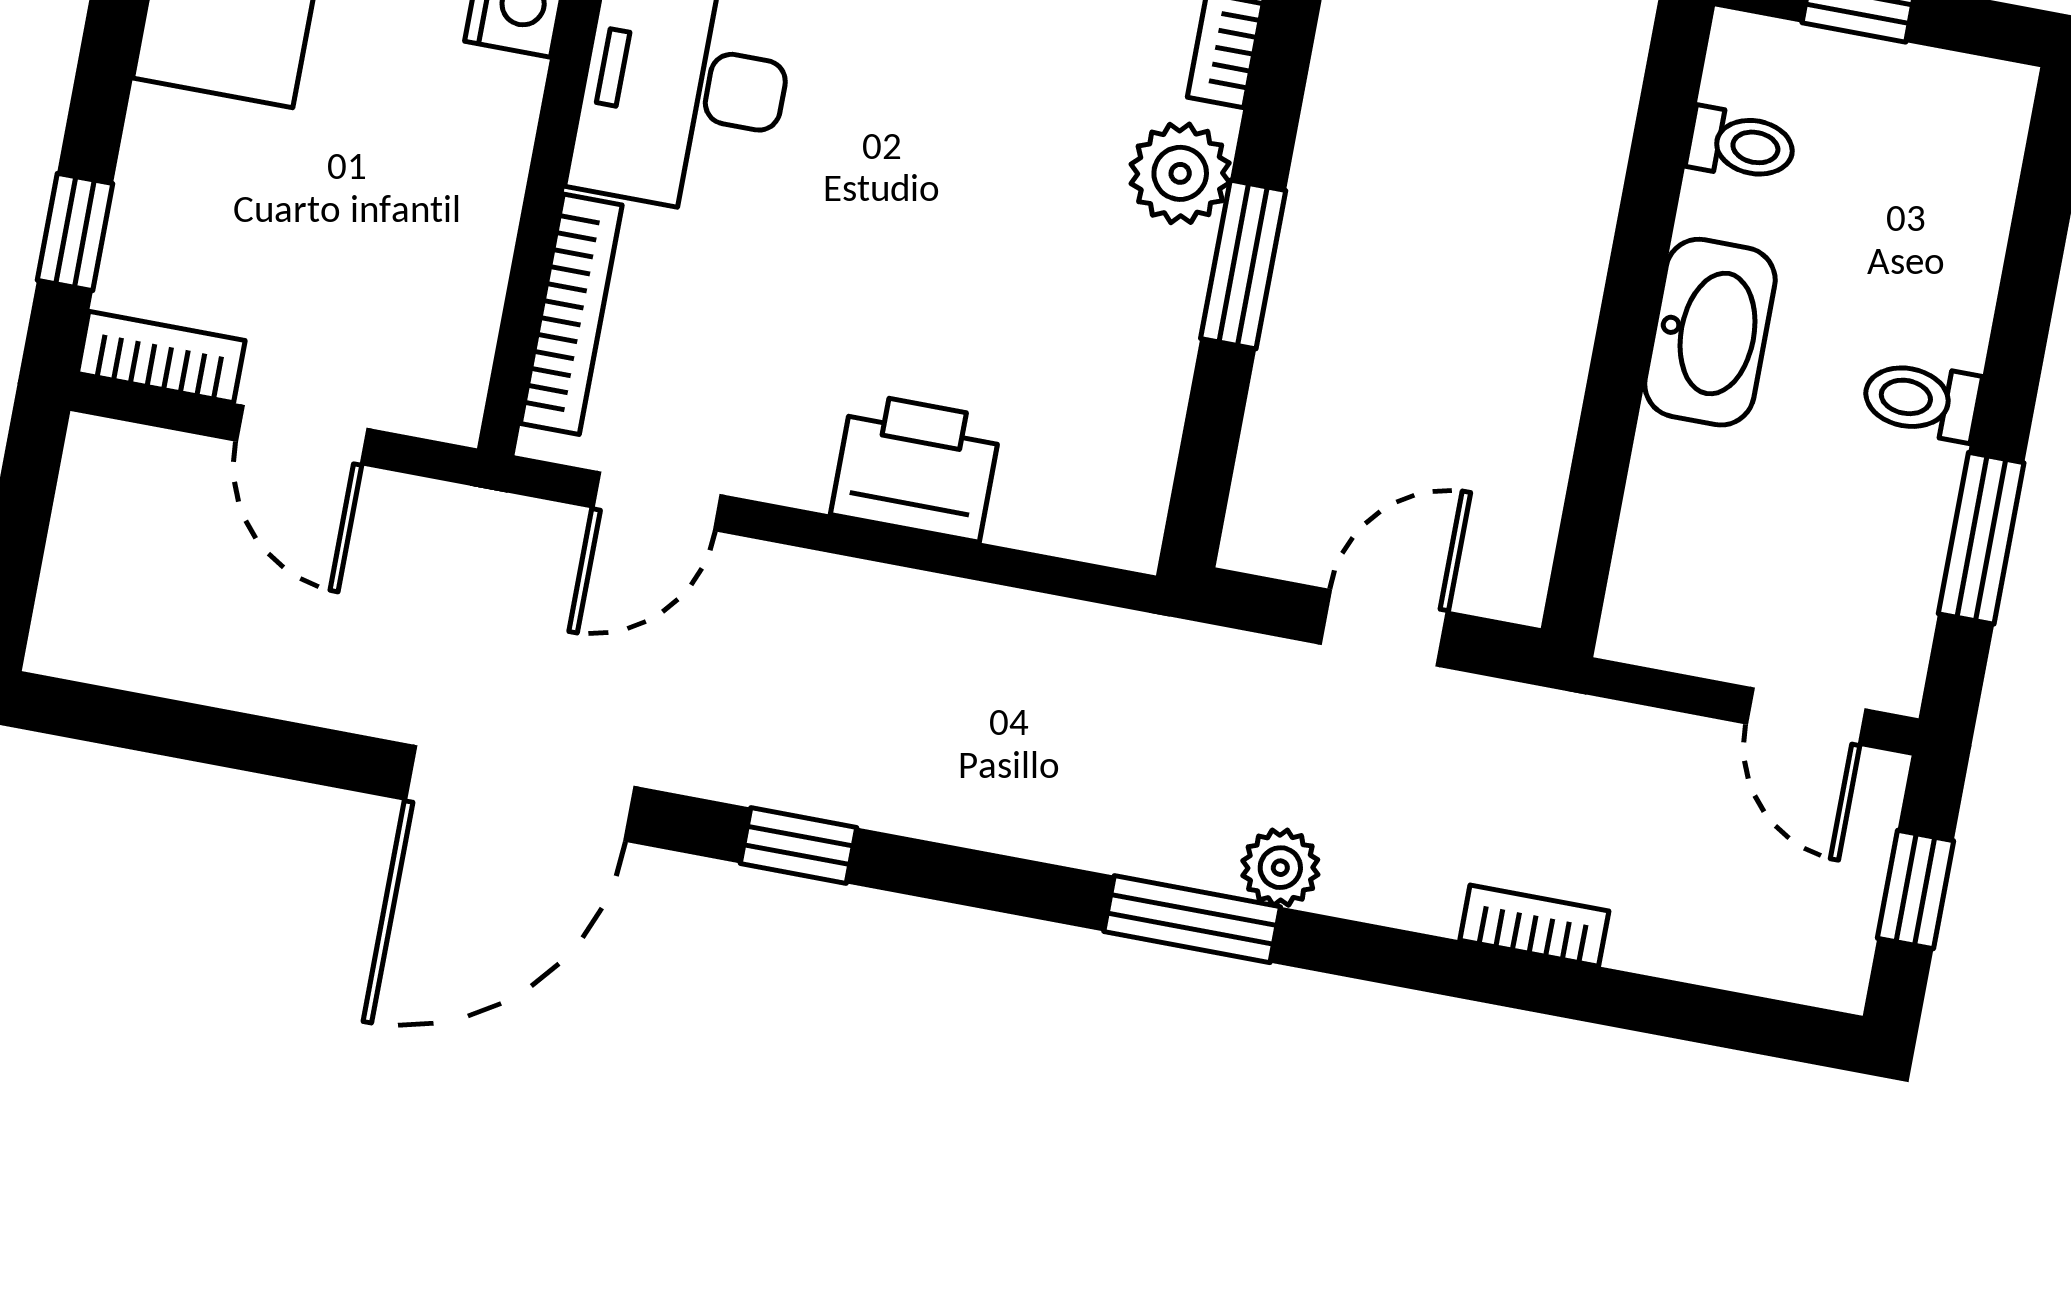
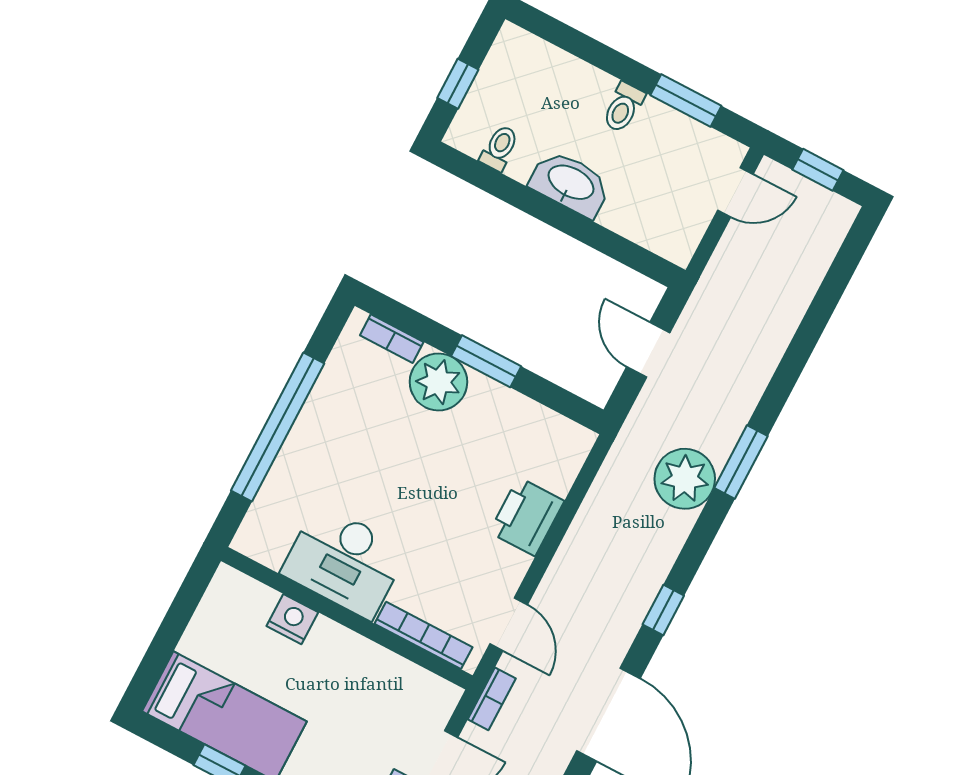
plant: (1180, 173) -> (438, 382), width x1.36, depth x1.36
plant: (1280, 868) -> (685, 479), moved, width x1.88, depth x1.88
bookcase: (1534, 926) -> (492, 699), moved, turned 180

